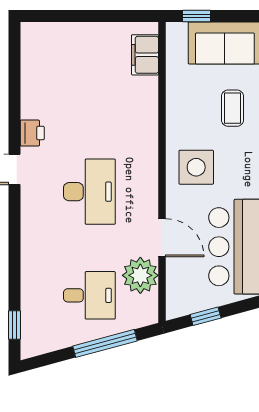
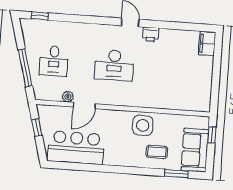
filing cabinet: (145, 55) -> (207, 44), moved, turned -90
side table: (196, 167) -> (143, 125), moved
plant: (140, 275) -> (68, 97), width x0.53, depth x0.53

